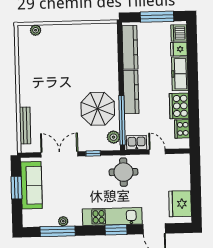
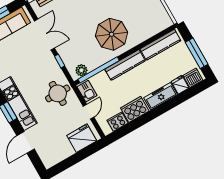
parasol: (98, 109) -> (112, 34), moved
fridge: (180, 204) -> (82, 138), moved

